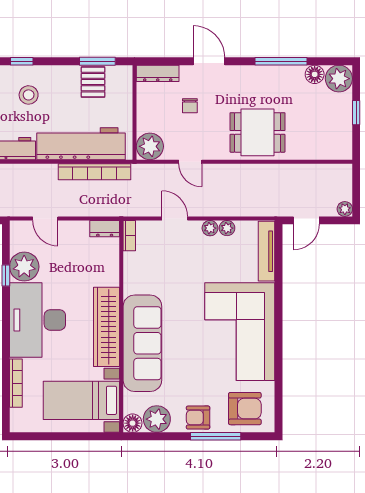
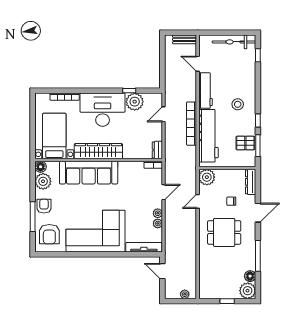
window: (22, 61) -> (258, 120), moved
dining table: (257, 132) -> (224, 232), moved, turned 90
bookcase: (94, 172) -> (192, 124), moved
plant: (345, 209) -> (185, 294), moved

